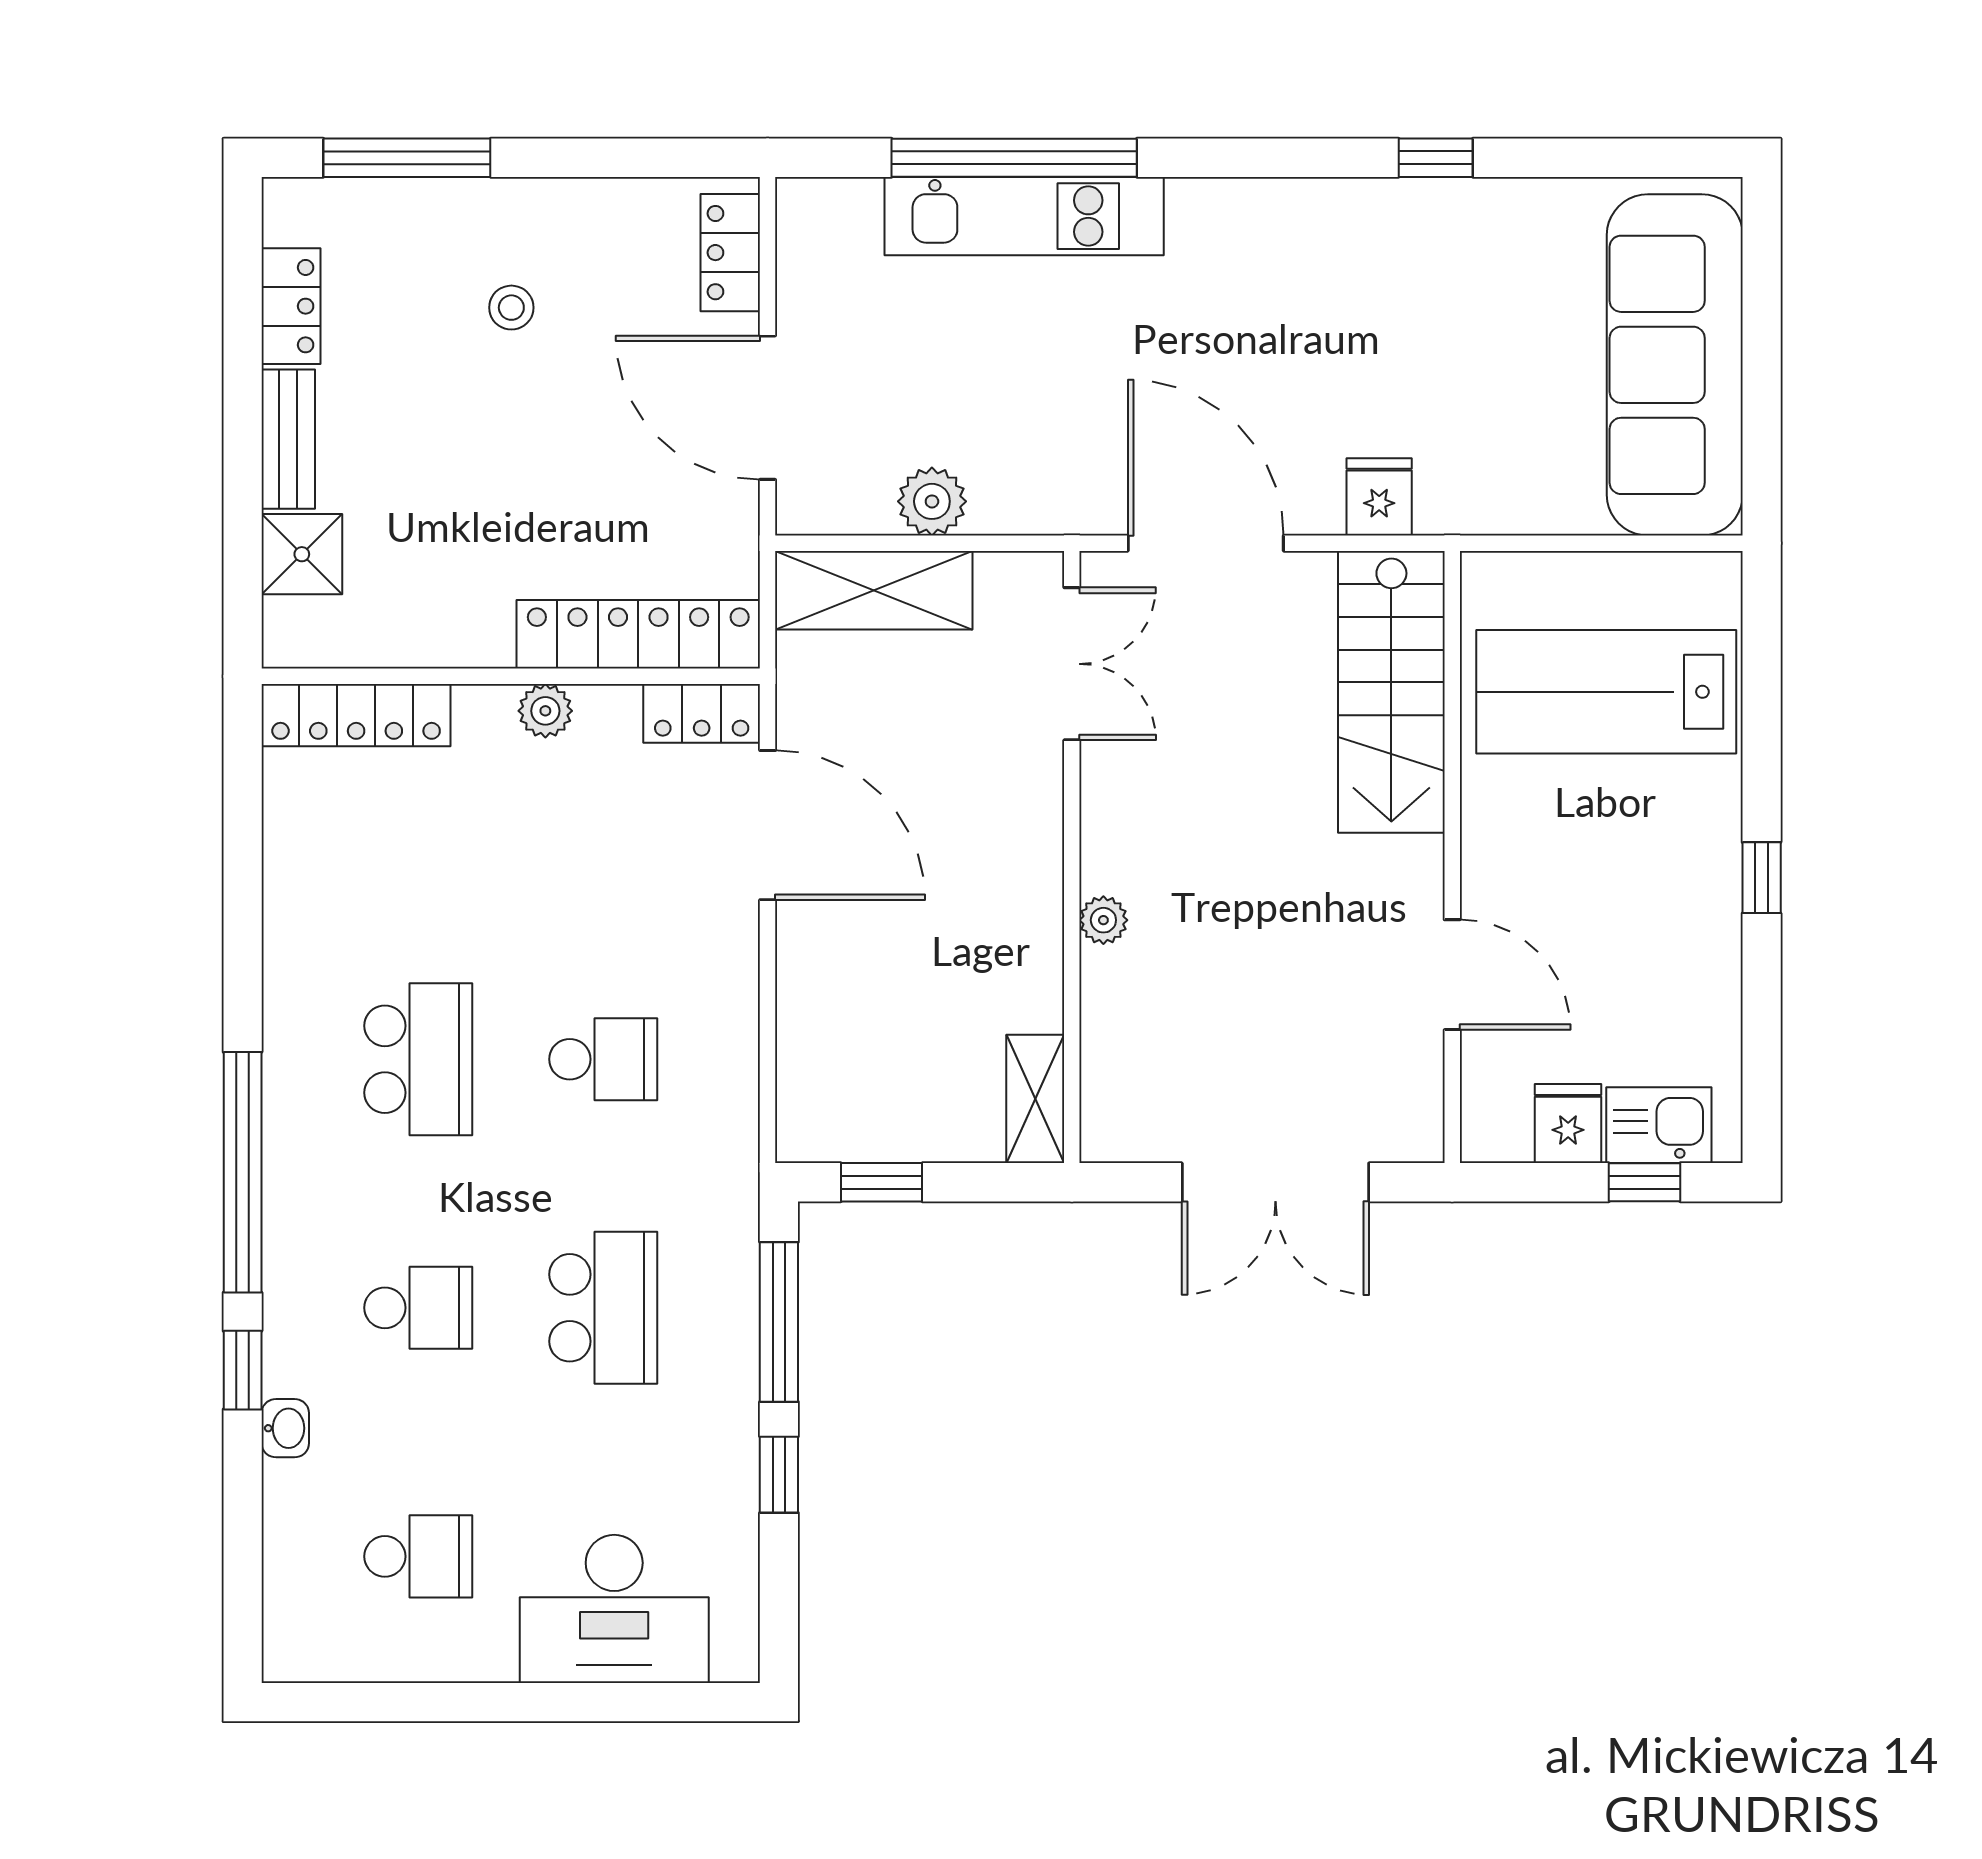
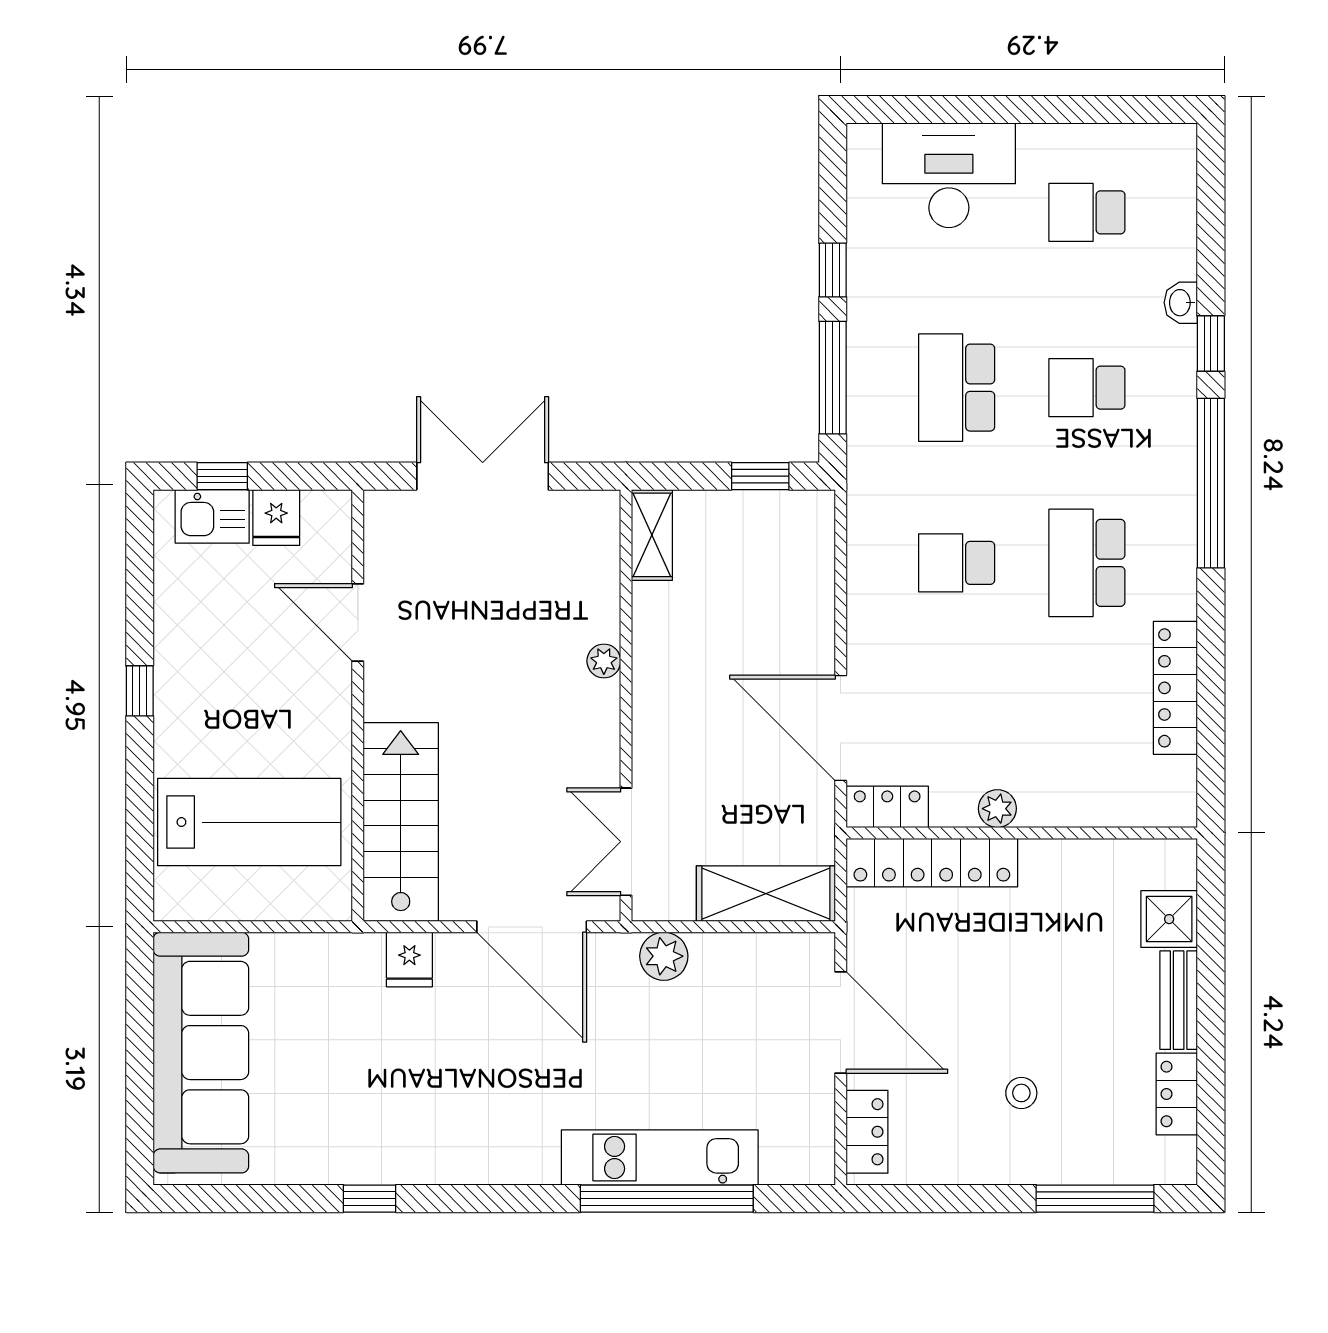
plant: (932, 501) -> (664, 956), moved
locker: (356, 715) -> (1175, 688), moved, turned -90

